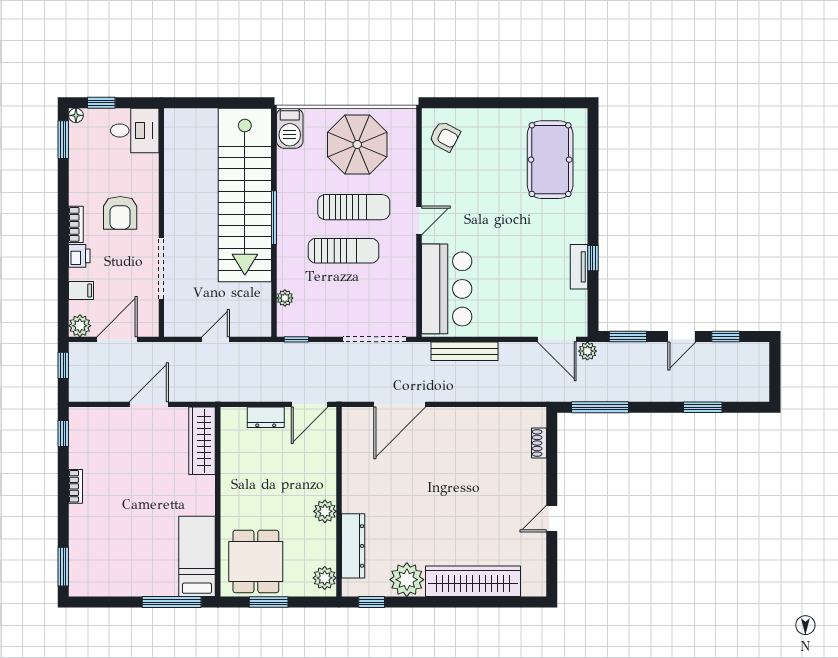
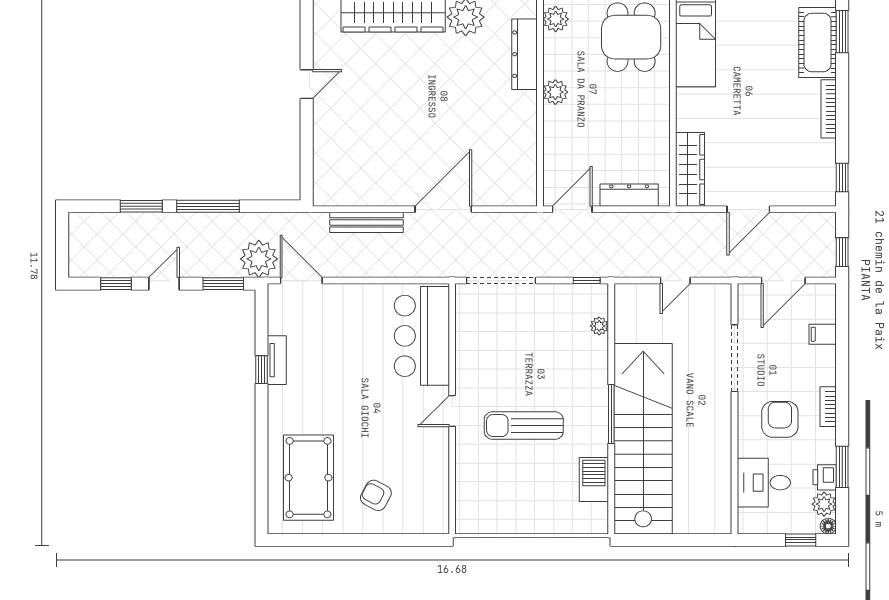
barbecue: (290, 128) -> (594, 480), moved
desk: (135, 130) -> (764, 483), moved
armchair: (445, 136) -> (376, 495), moved
window: (63, 140) -> (842, 467), moved
parasol: (357, 144) -> (520, 494), removed
sun lounger: (344, 251) -> (535, 378), removed
printer: (79, 256) -> (825, 477), moved
plant: (80, 326) -> (824, 504), moved
bench: (465, 351) -> (366, 222), moved
plant: (587, 351) -> (259, 259), width x1.88, depth x1.88
door: (400, 404) -> (443, 209), moved
window: (600, 407) -> (208, 206), moved
dresser: (266, 417) -> (629, 195), width x1.44
shoe rack: (539, 443) -> (321, 167), removed
bookcase: (76, 486) -> (829, 109), width x1.56
cot: (86, 557) -> (818, 42), added

